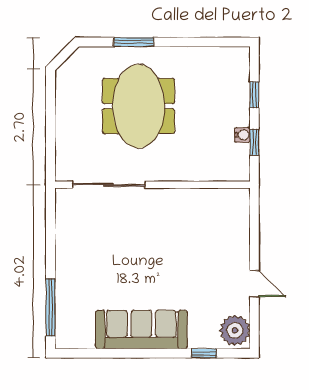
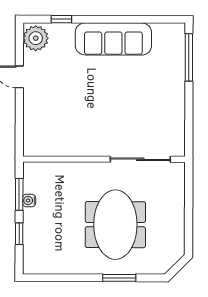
window: (254, 142) -> (19, 194), width x1.50

